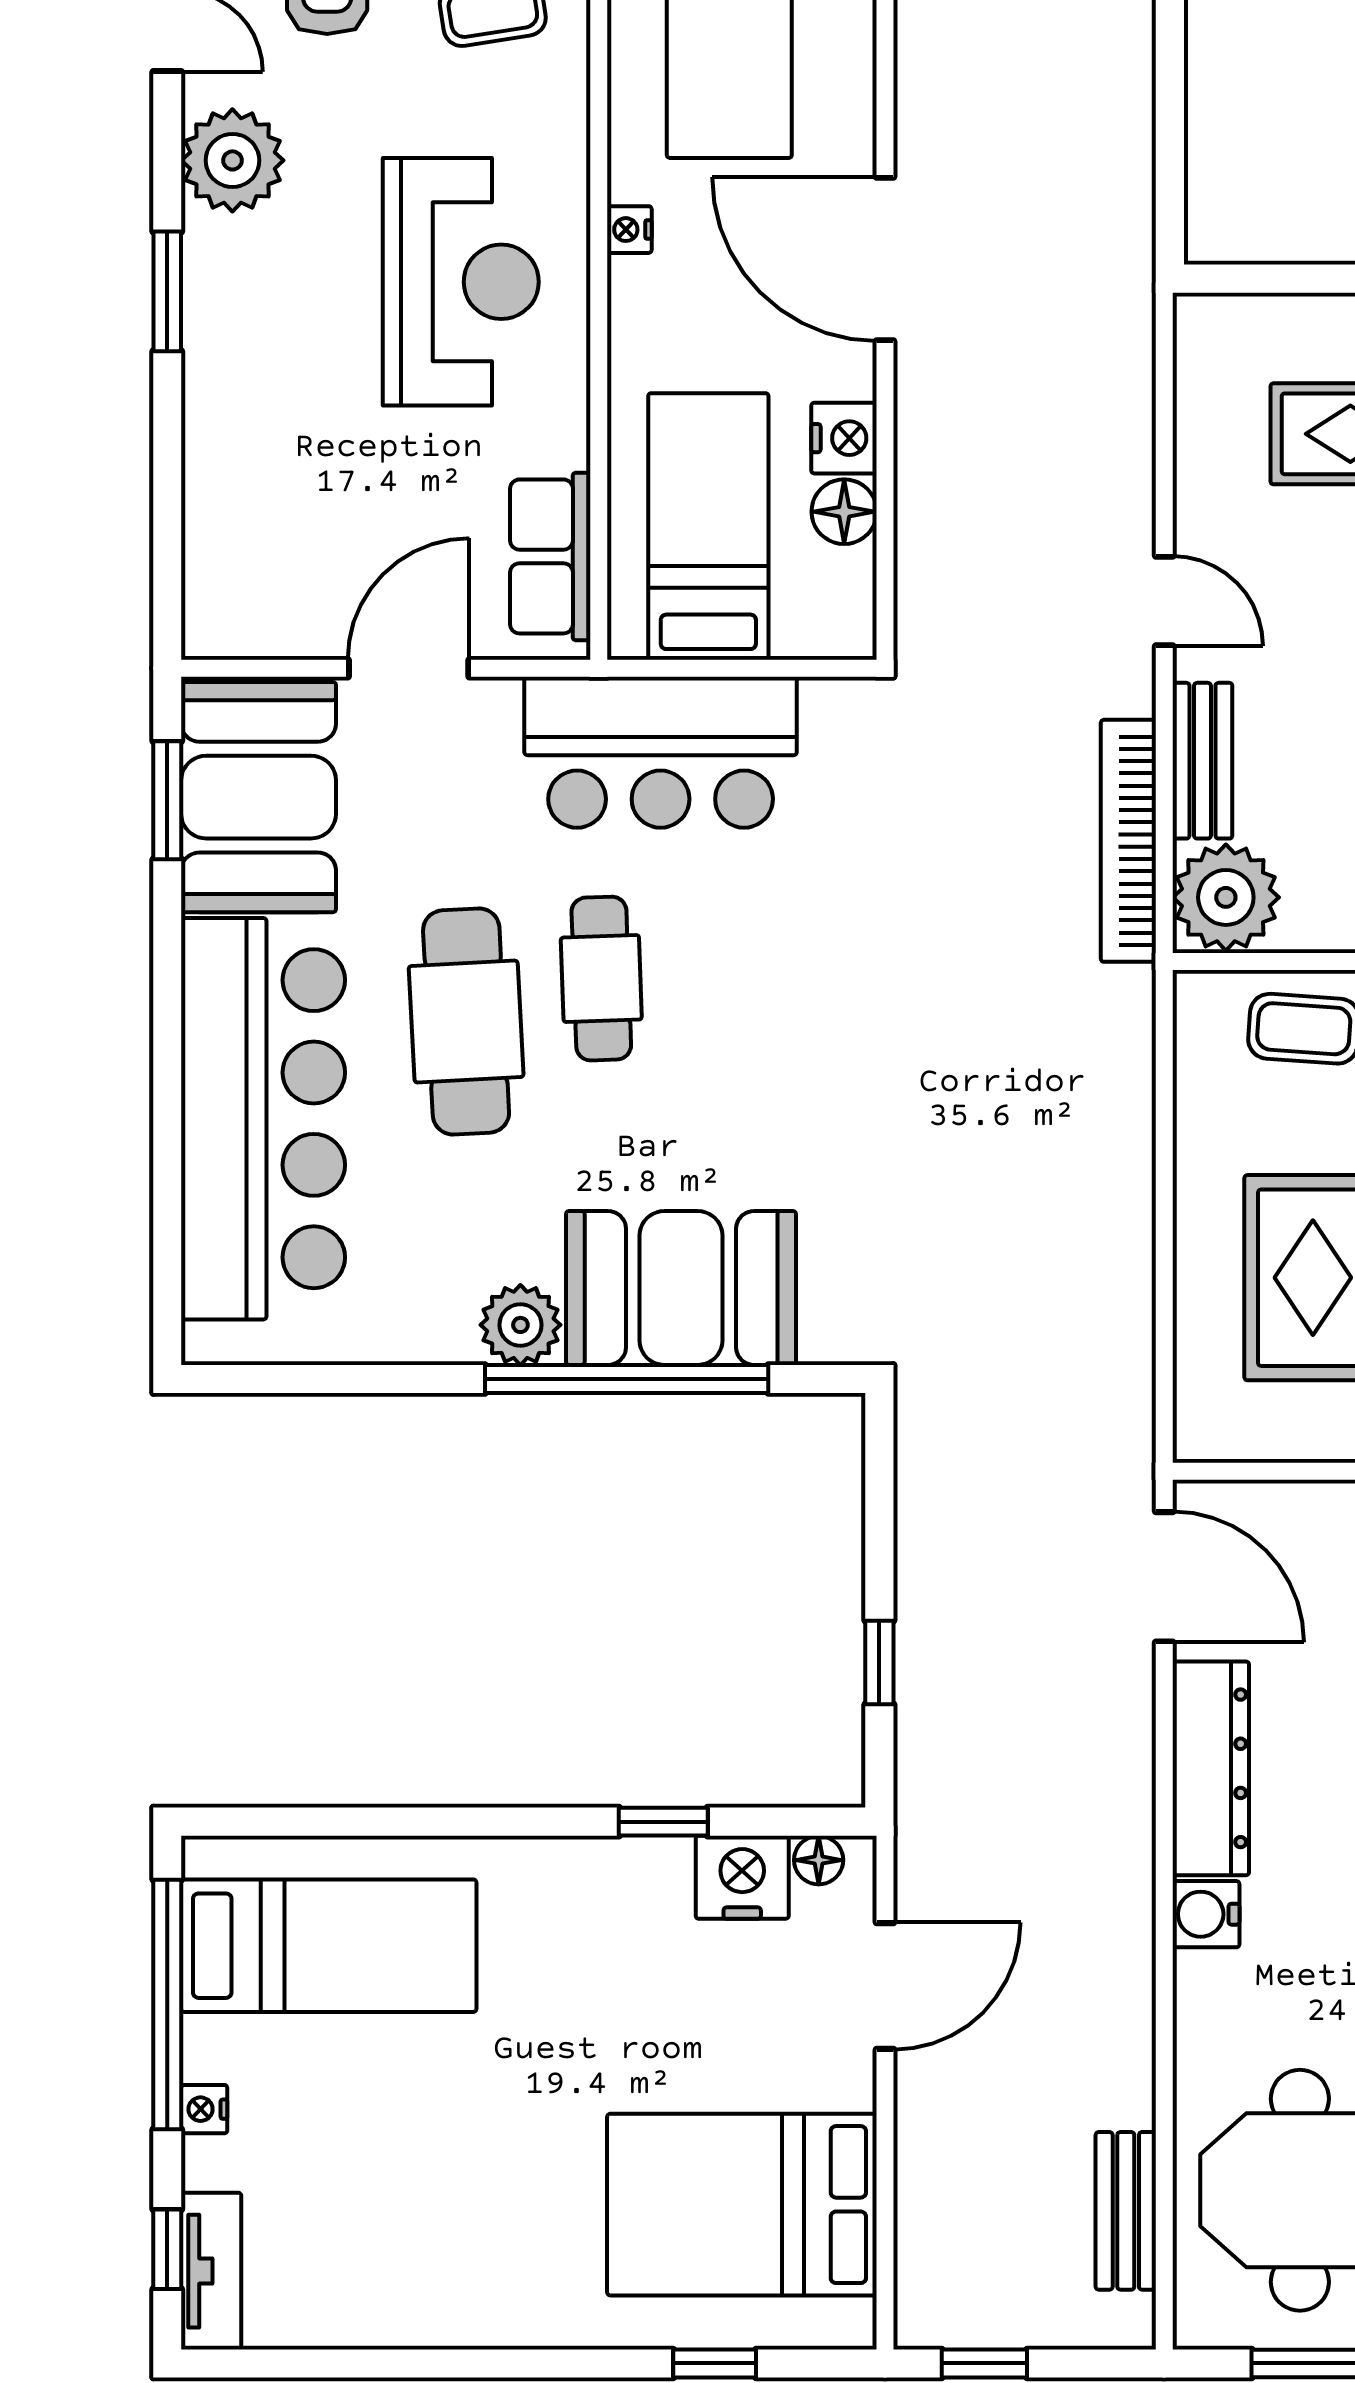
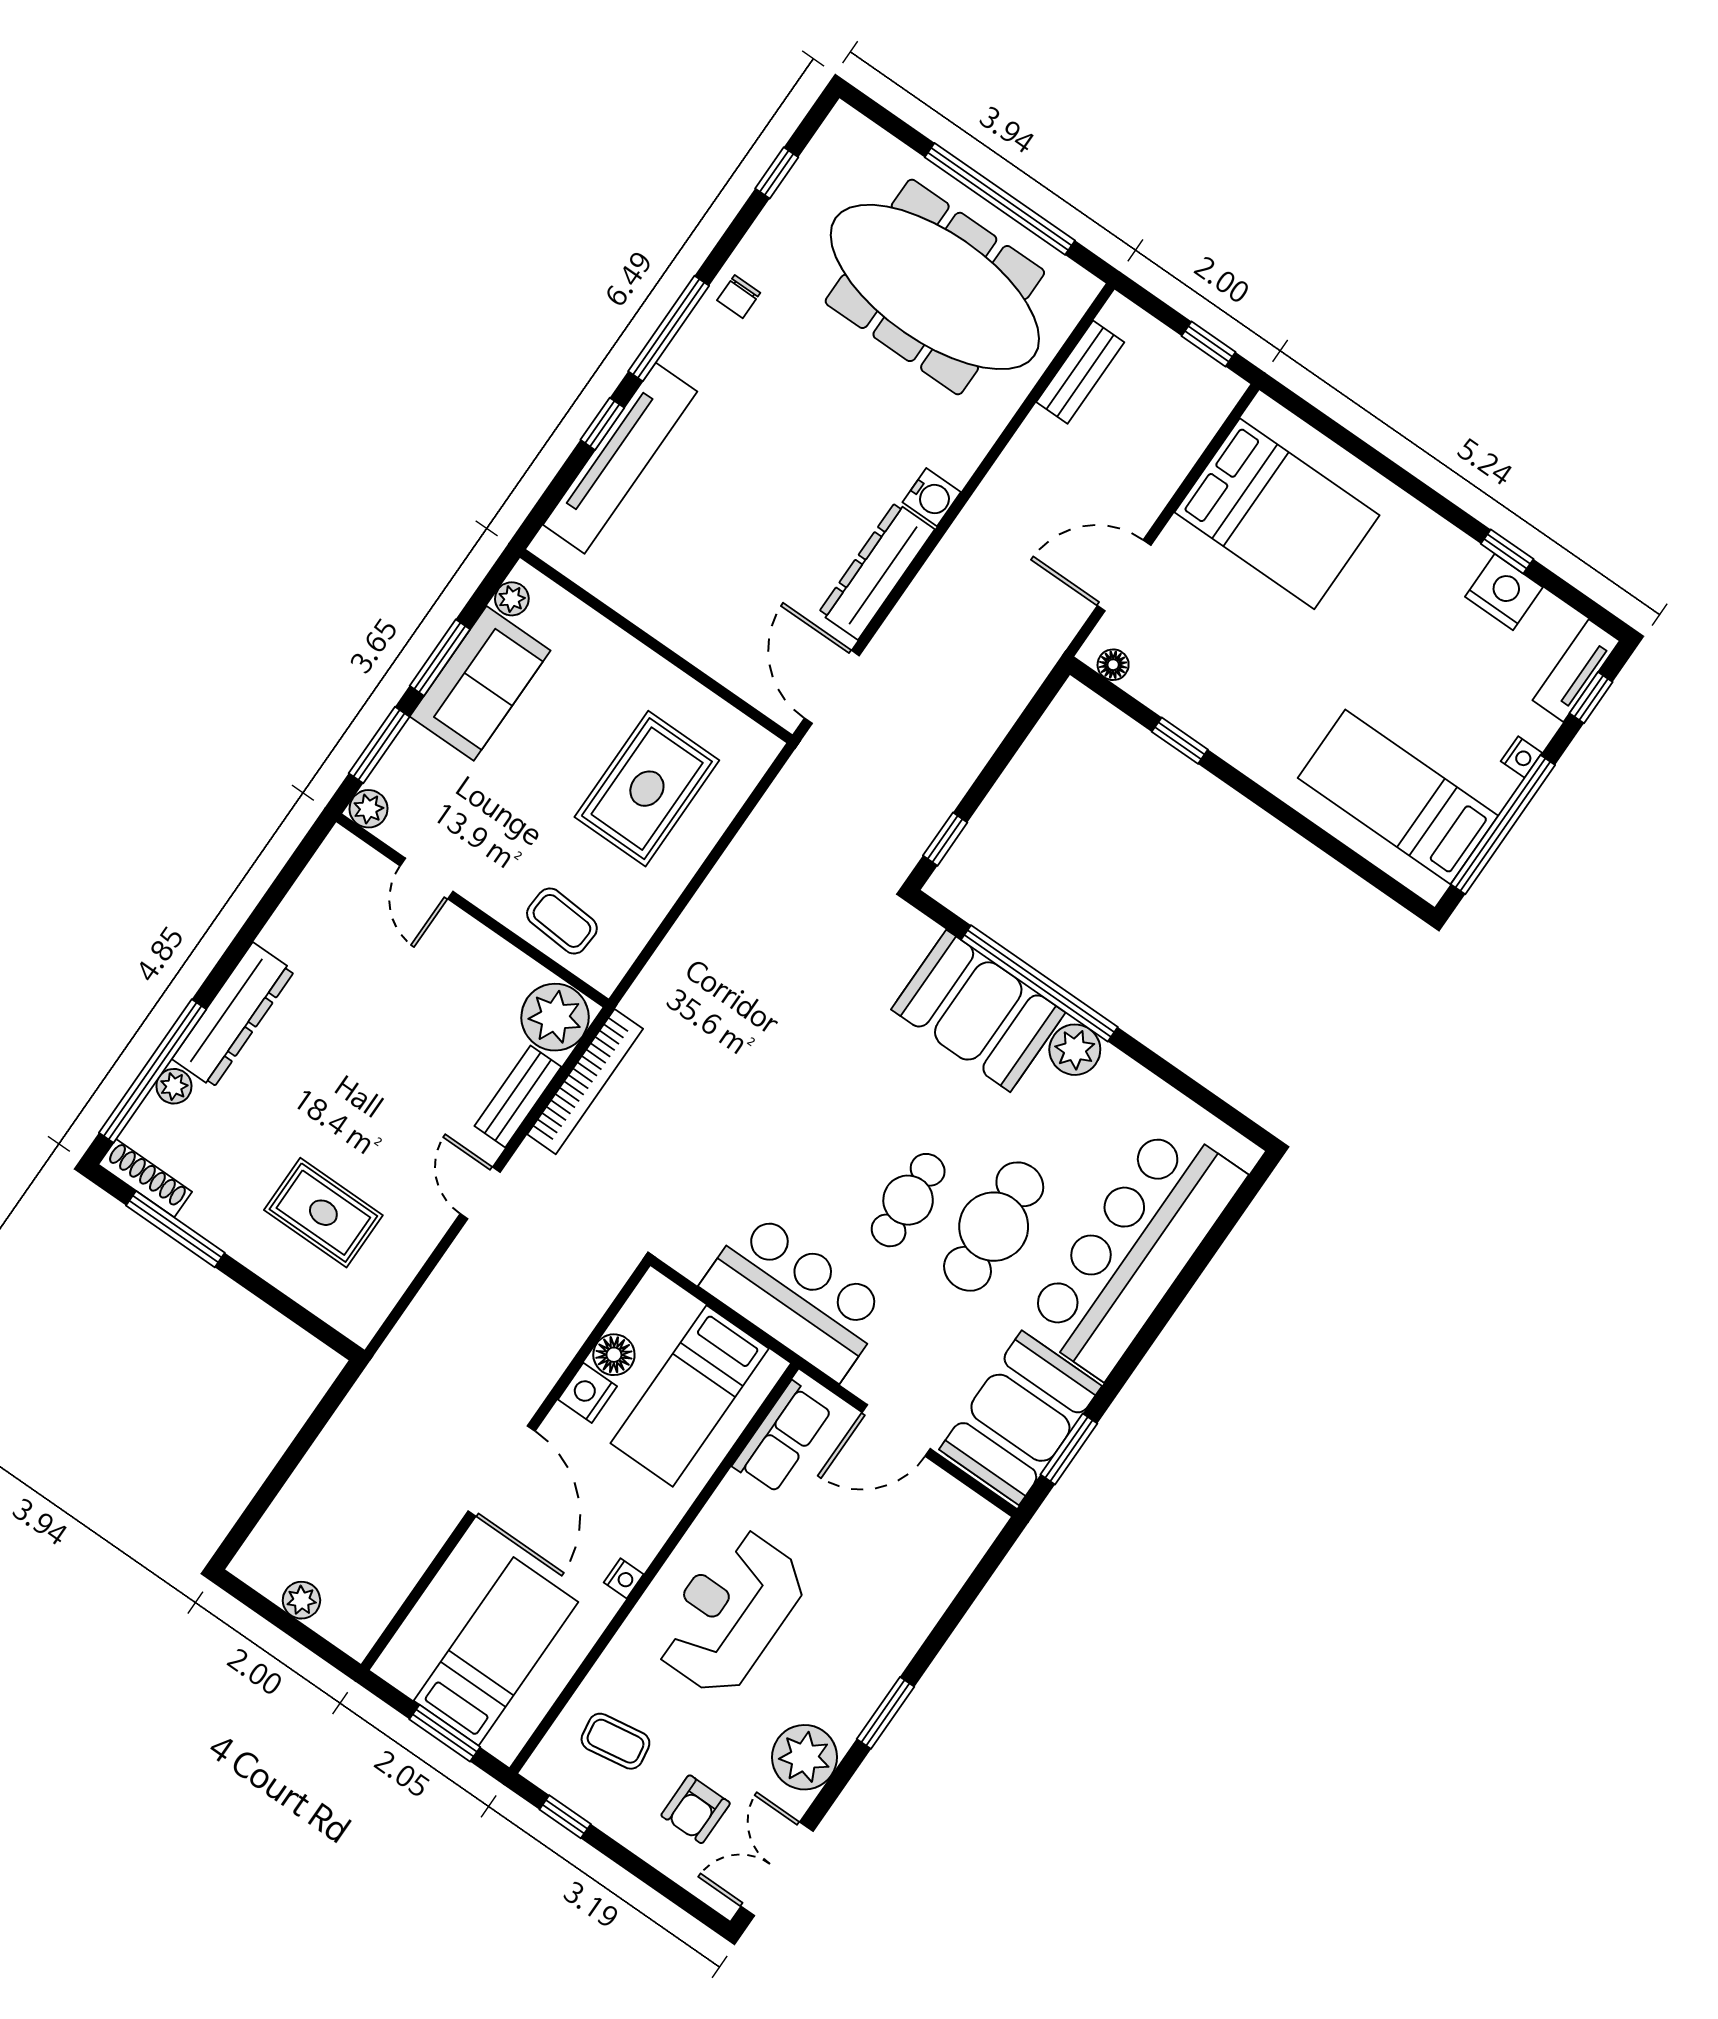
window: (879, 1663) -> (945, 839), moved
nightstand: (742, 1877) -> (1504, 592), moved, turned 180
window: (715, 2363) -> (1507, 551), moved

